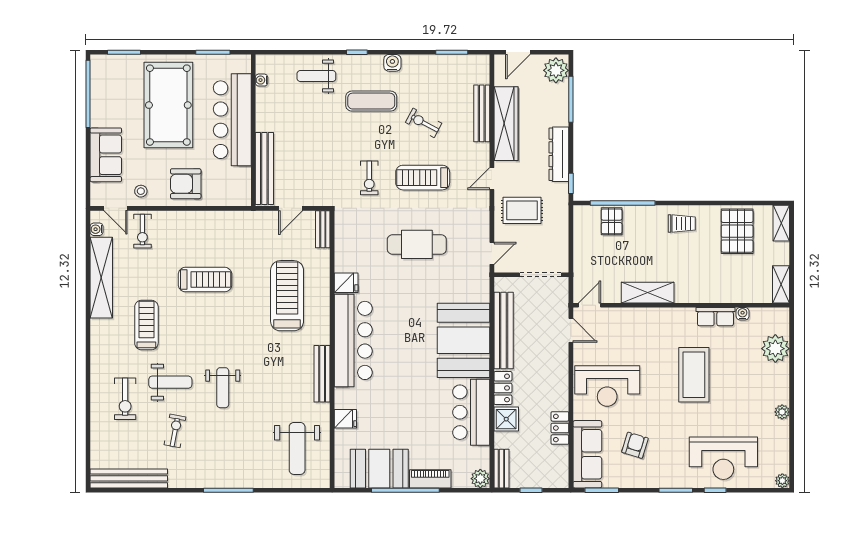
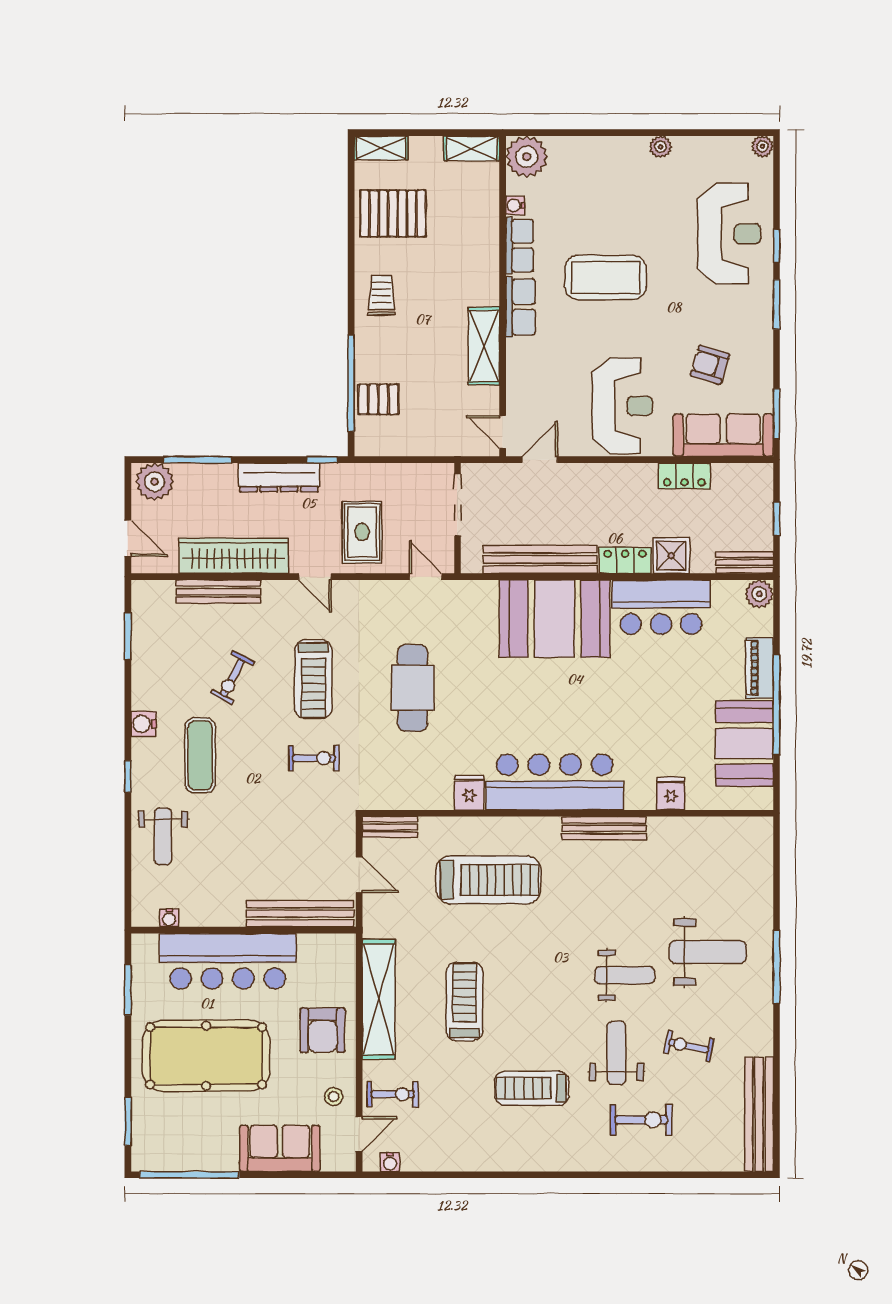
shelving: (101, 278) -> (379, 999), moved, turned 90
treadmill: (287, 296) -> (488, 880), turned 180
row of seats: (674, 317) -> (520, 307), added
plant: (775, 349) -> (527, 157), moved
weight bench: (297, 448) -> (708, 952), moved

